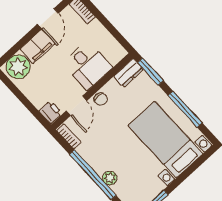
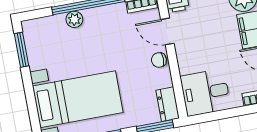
desk: (87, 65) -> (206, 92), moved

